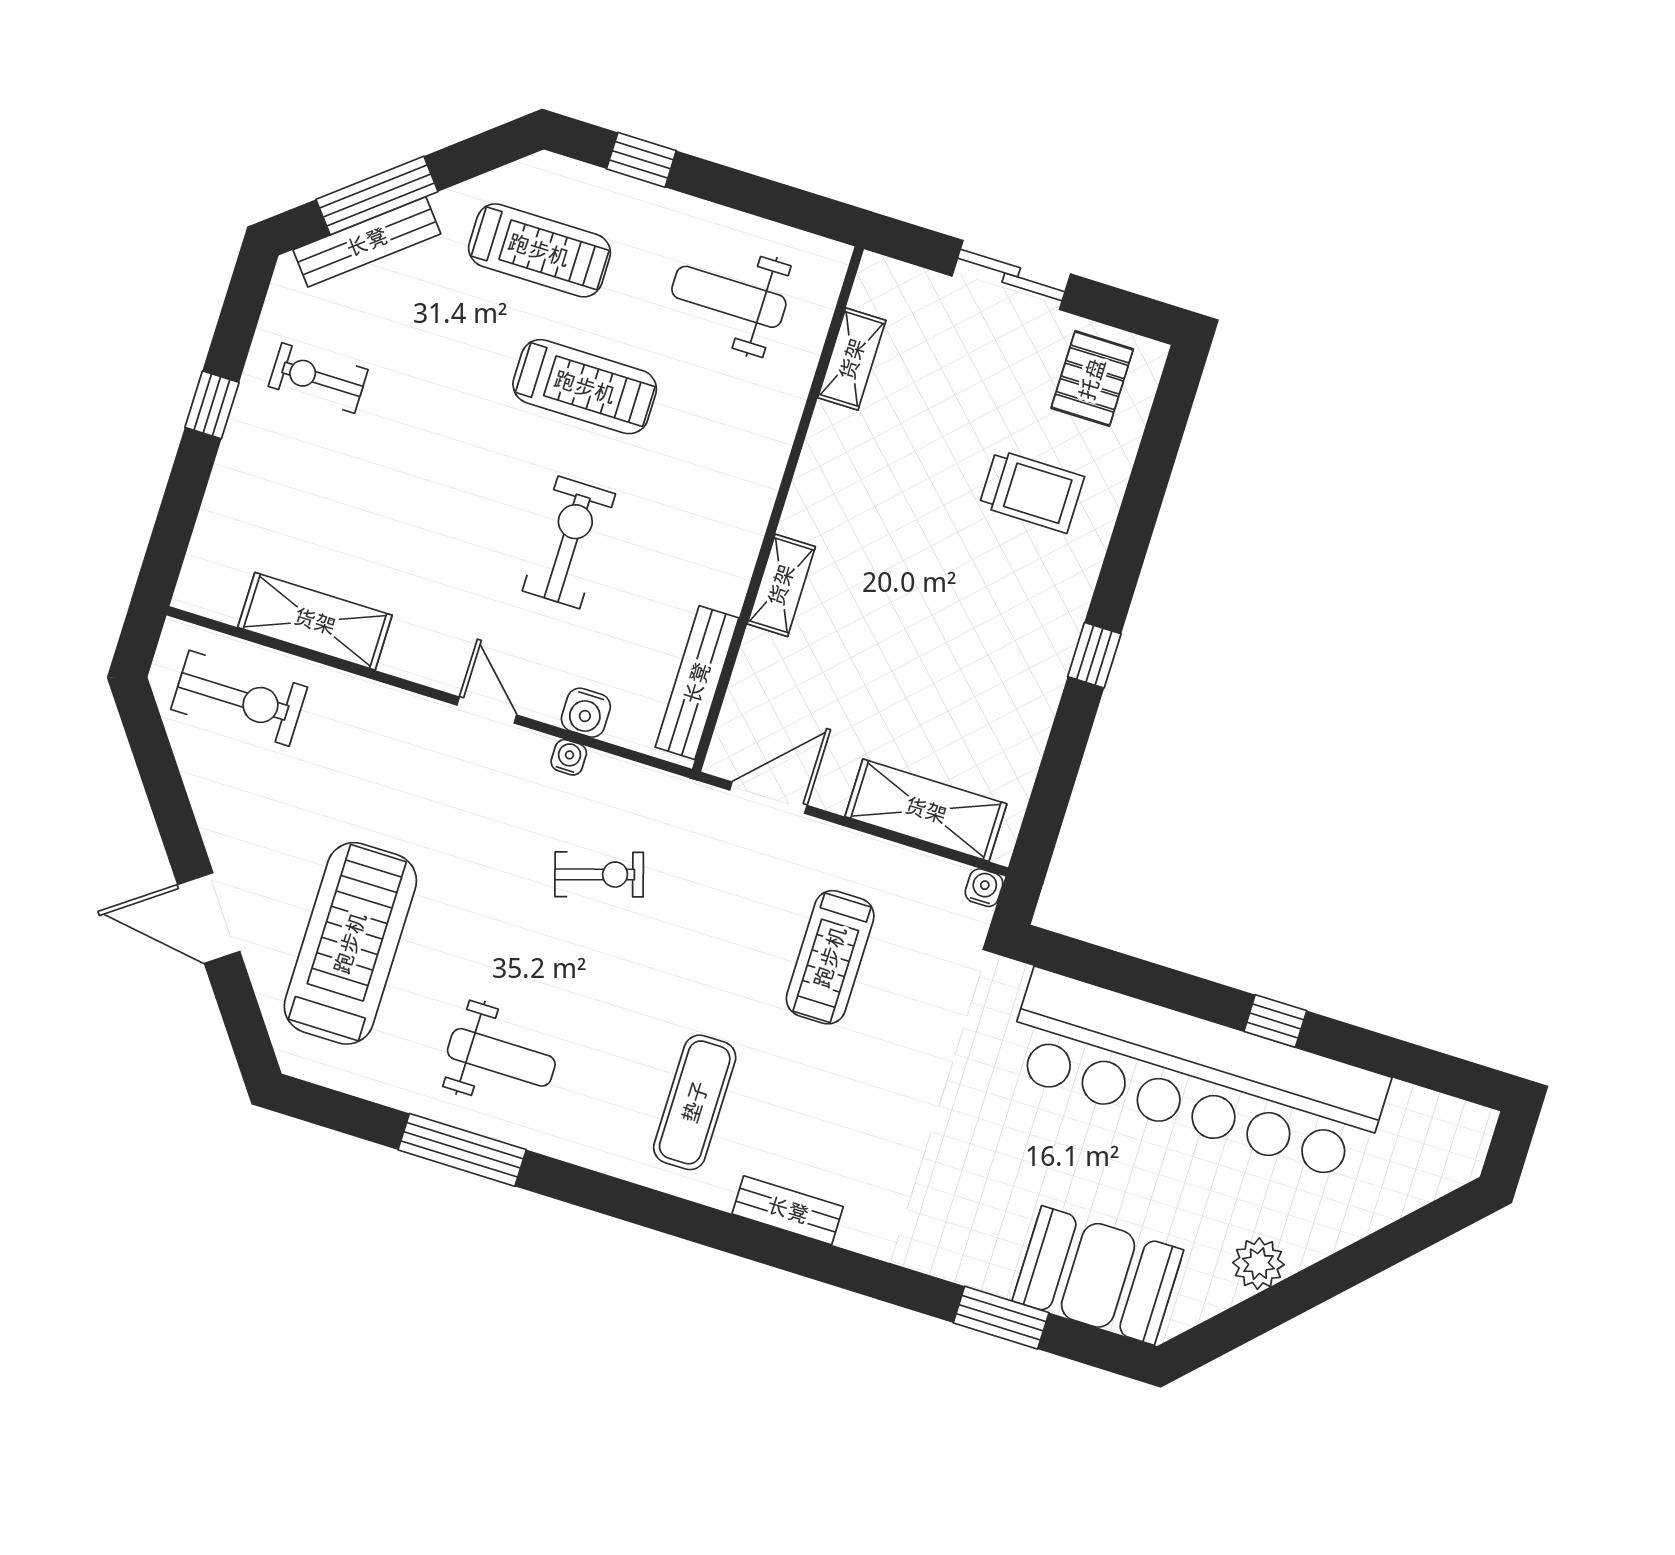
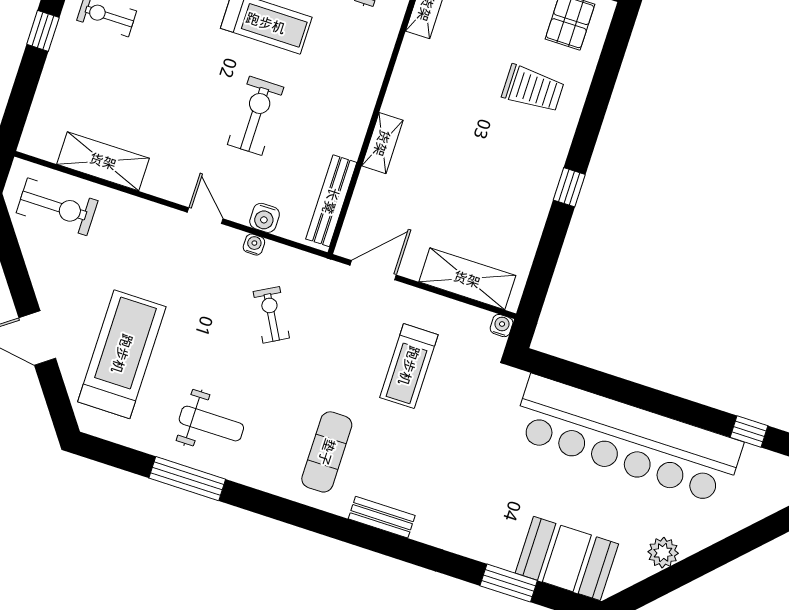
exercise bike: (599, 874) -> (271, 315), turned -102
window: (1275, 1021) -> (749, 432), moved

